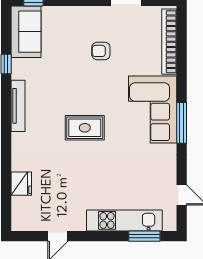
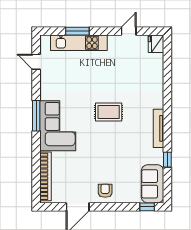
armchair: (101, 51) -> (105, 191), moved, turned -90
fridge: (21, 184) -> (156, 44), moved
window: (144, 236) -> (77, 31), moved

